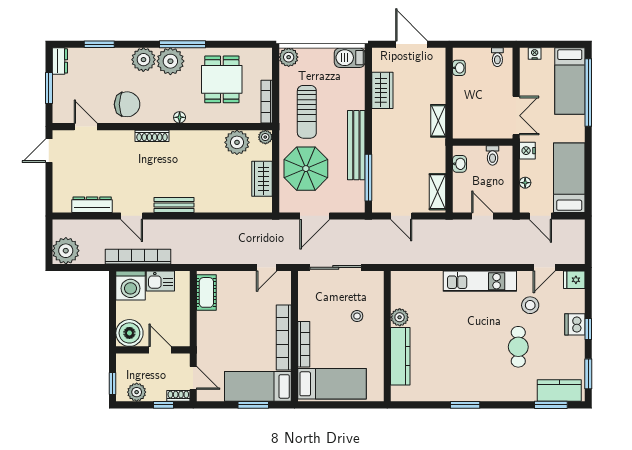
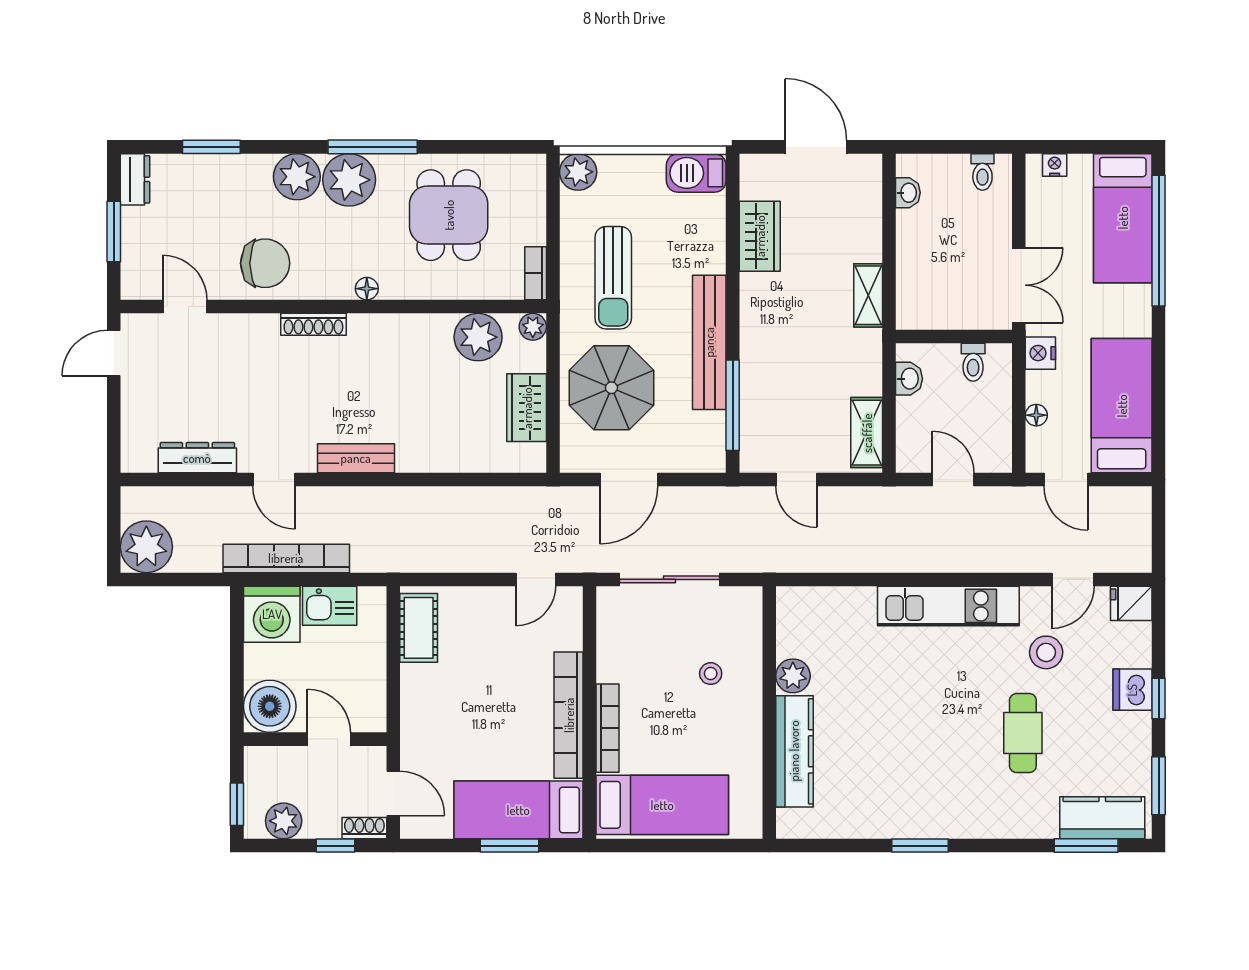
bookcase: (267, 102) -> (536, 273), width x0.64

